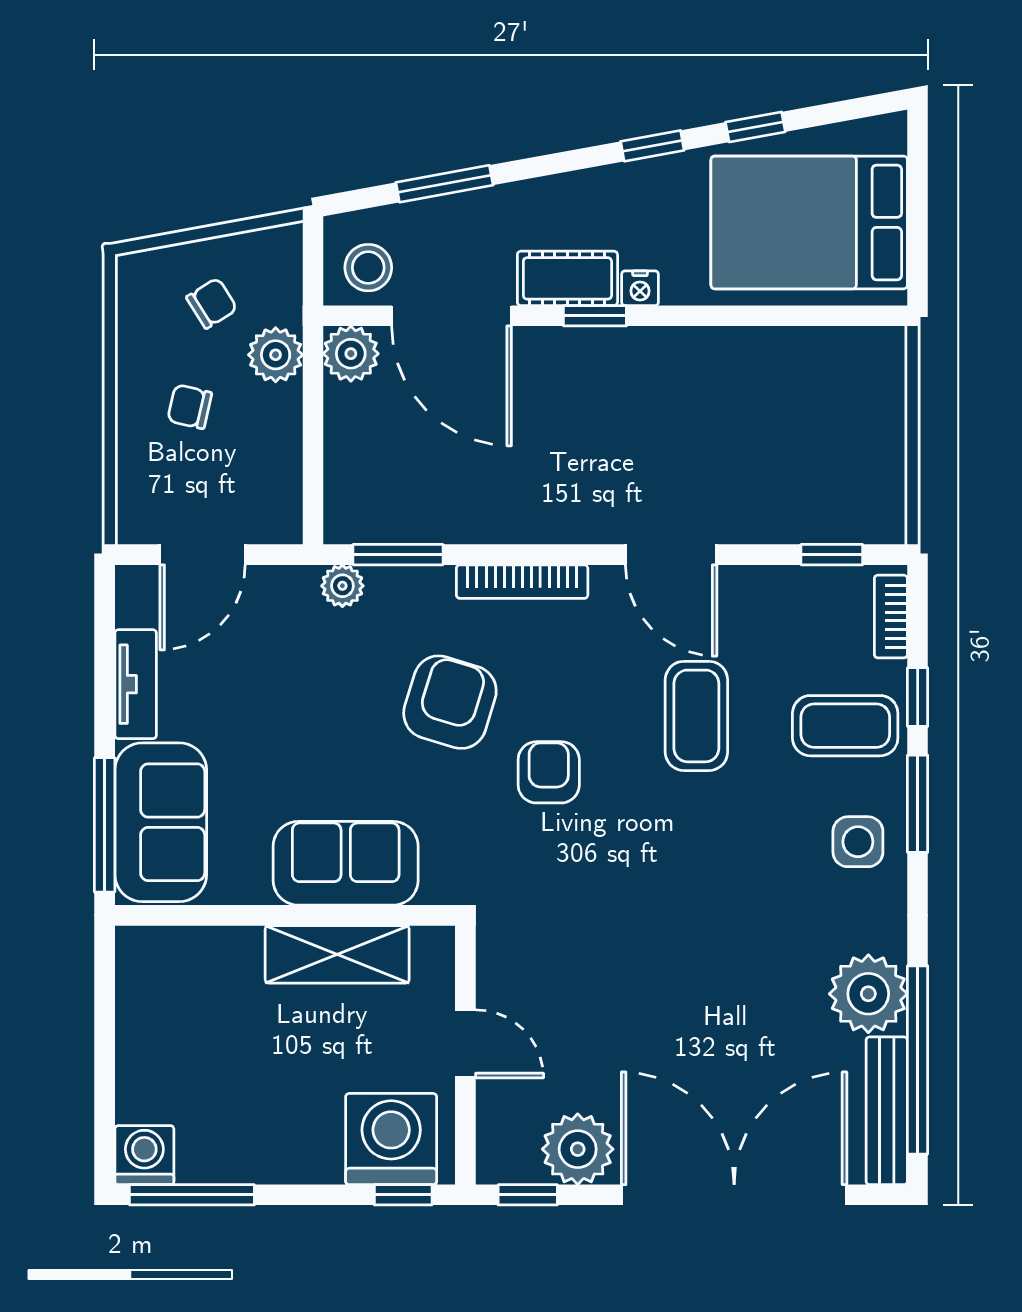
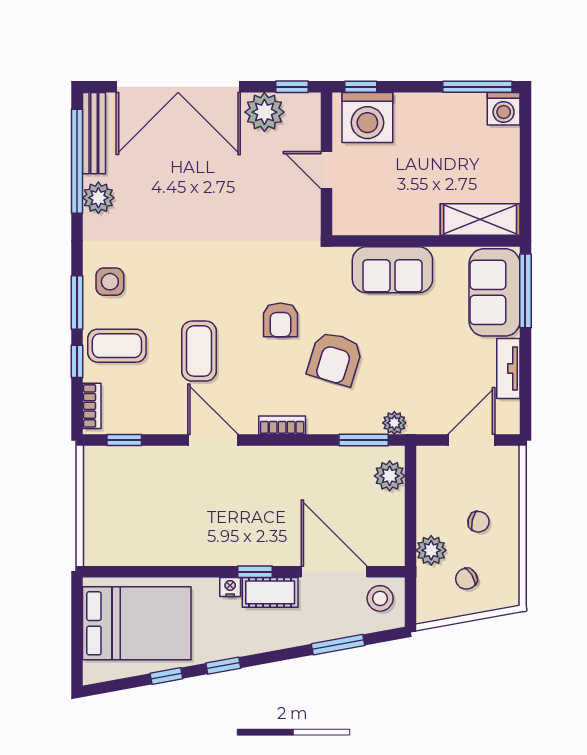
plant: (351, 354) -> (390, 476), moved
bookcase: (522, 582) -> (282, 425), width x0.64
shelving: (337, 954) -> (480, 220), moved
plant: (868, 994) -> (98, 198), width x0.73, depth x0.73

